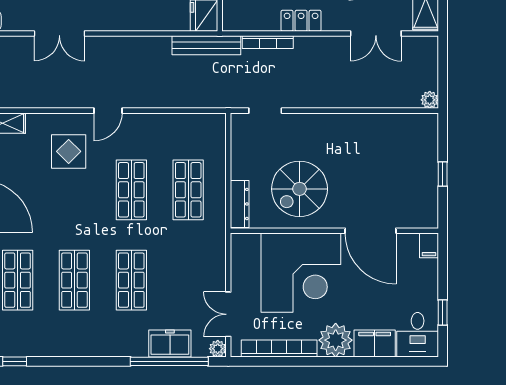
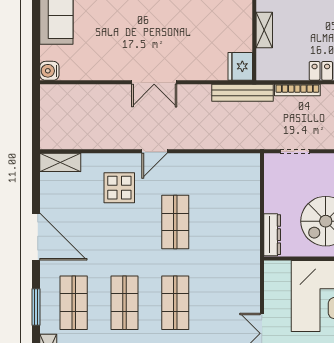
double door: (59, 33) -> (154, 82), moved
shop shelf: (188, 190) -> (226, 222), removed

